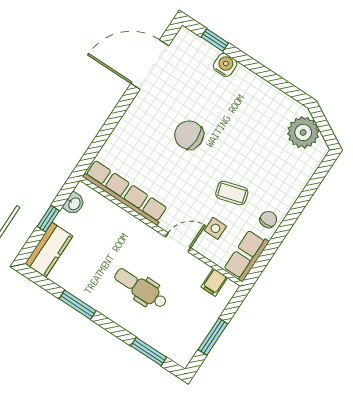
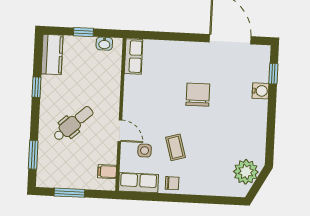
row of seats: (125, 193) -> (134, 57), width x0.50
kitchen counter: (49, 250) -> (52, 54), moved, turned -90
dental chair: (141, 288) -> (73, 124), turned 48
window: (78, 305) -> (36, 87), width x0.67

